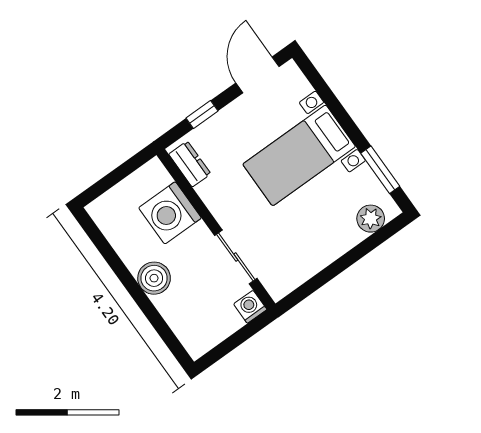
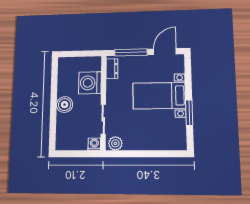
window: (202, 115) -> (131, 52), width x2.17
window: (380, 170) -> (189, 113), moved
plant: (371, 219) -> (115, 143), moved

